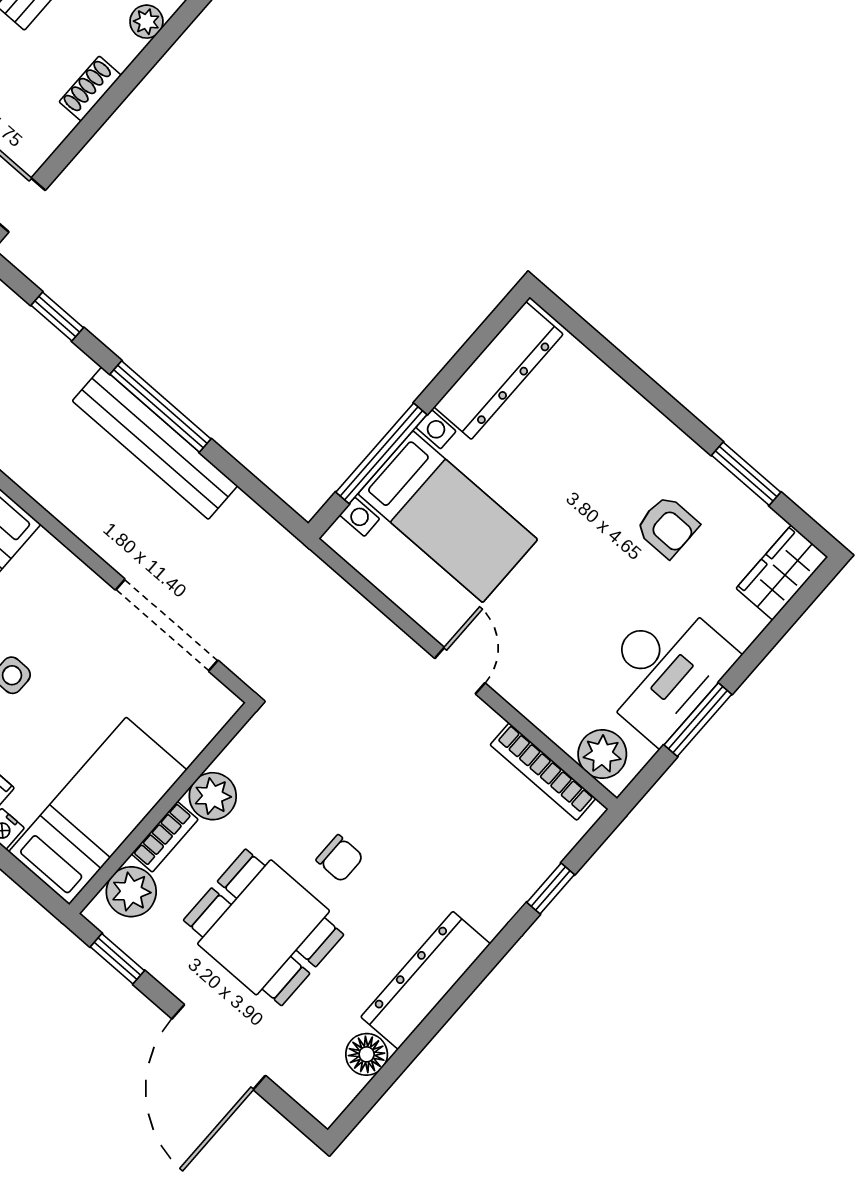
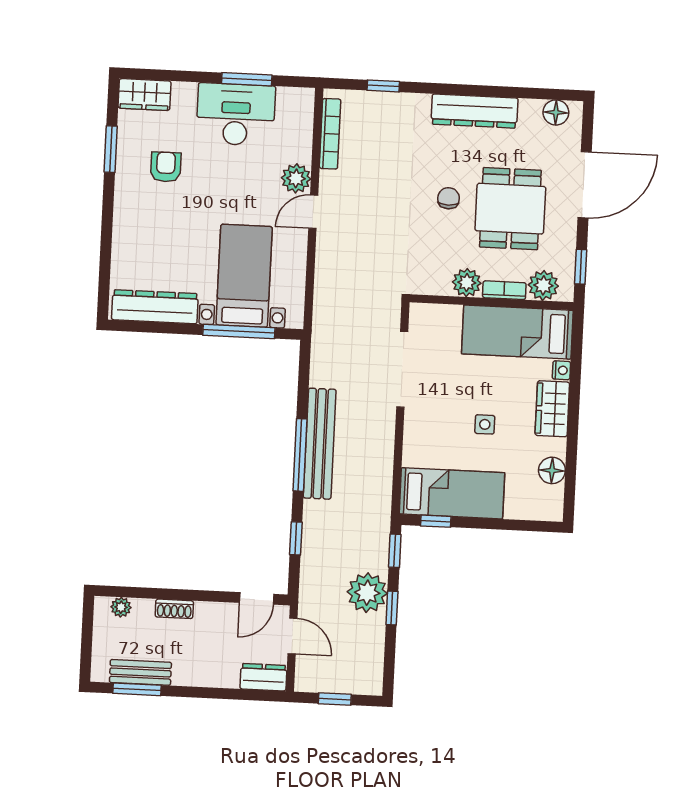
plant: (602, 754) -> (296, 178), moved
floor lamp: (367, 1054) -> (556, 112), moved

